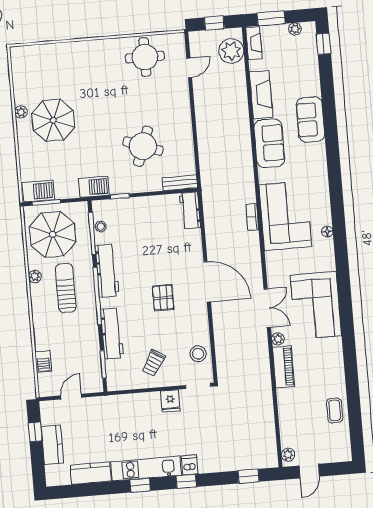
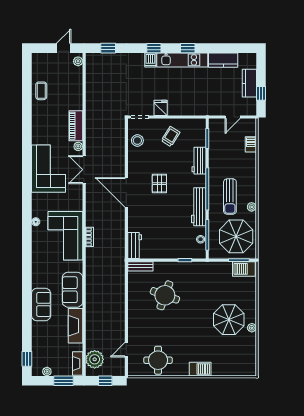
barbecue: (94, 187) -> (200, 369), moved, turned 180
workbench: (112, 333) -> (199, 161), width x0.73

